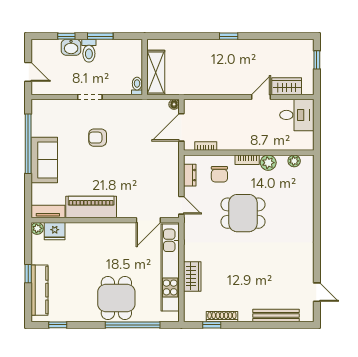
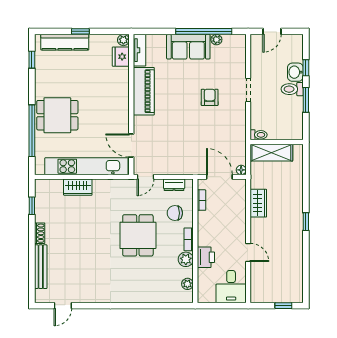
wardrobe: (287, 86) -> (258, 203), moved
plant: (37, 130) -> (216, 40), added
printer: (266, 141) -> (206, 257), added
shoe rack: (222, 317) -> (40, 233), moved, width x0.70

